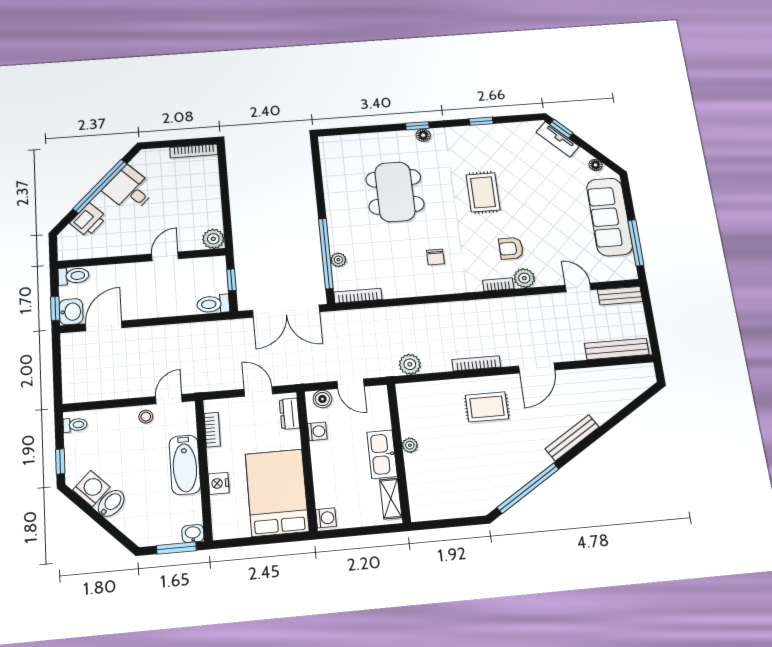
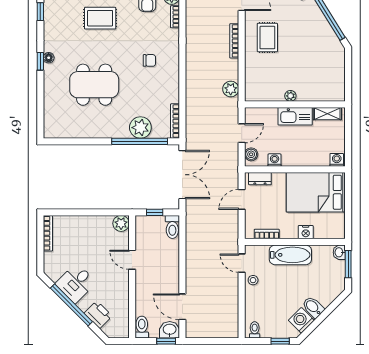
plant: (338, 260) -> (140, 128), width x1.88, depth x1.88

